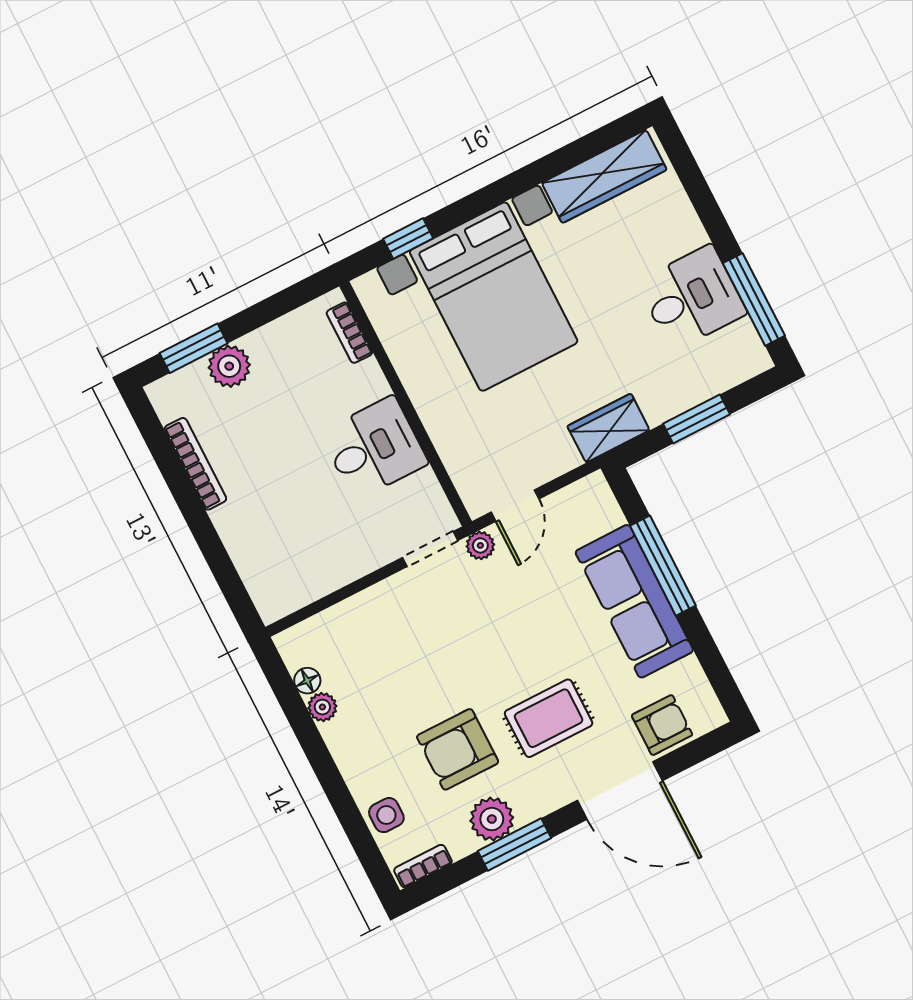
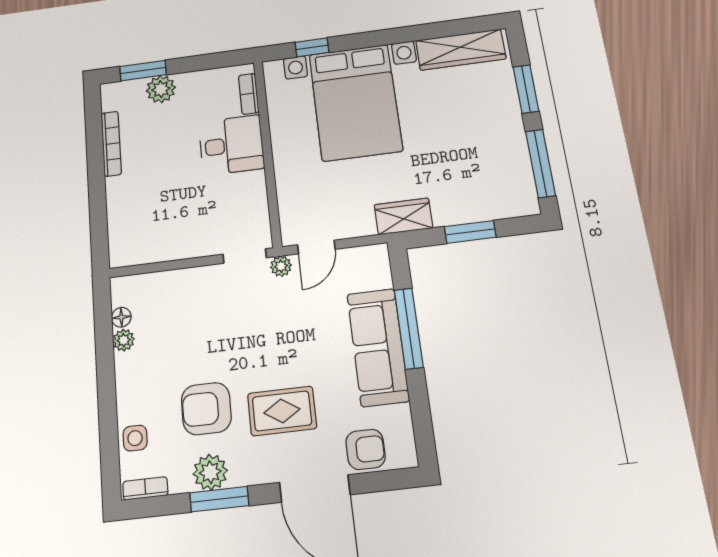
window: (705, 204) -> (526, 89), added
desk: (692, 298) -> (495, 148), removed
desk: (374, 448) -> (231, 145), moved

